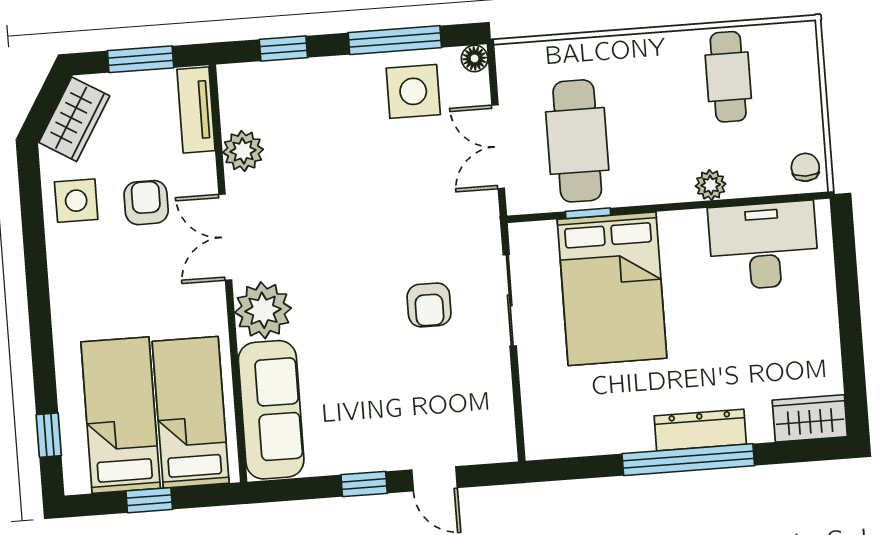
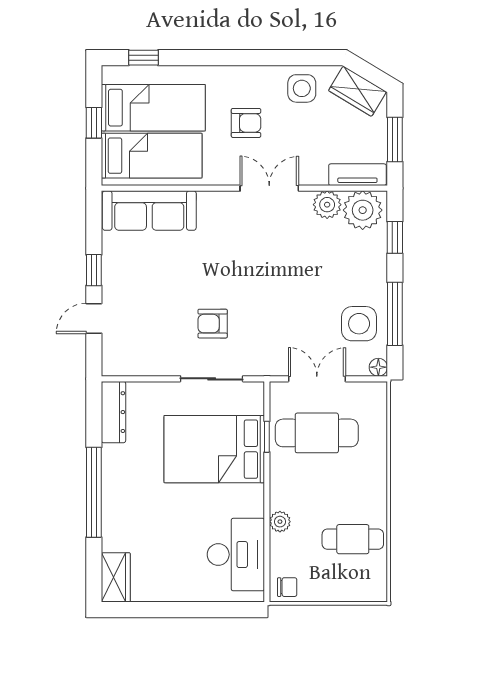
armchair: (146, 203) -> (246, 123), moved
plant: (263, 310) -> (363, 210), moved
dresser: (700, 430) -> (113, 412), moved

